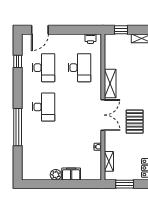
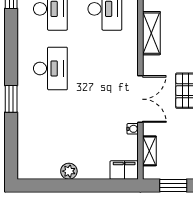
double door: (103, 115) -> (140, 99), moved
window: (18, 127) -> (11, 99), width x0.47
filing cabinet: (71, 174) -> (124, 170), moved

